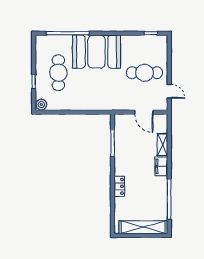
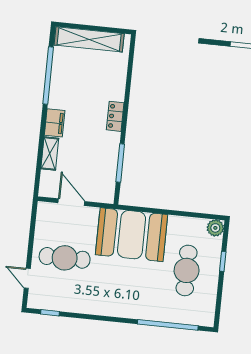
booth: (97, 52) -> (132, 235), moved
door: (169, 91) -> (27, 278), moved
locker: (119, 186) -> (115, 116), moved

